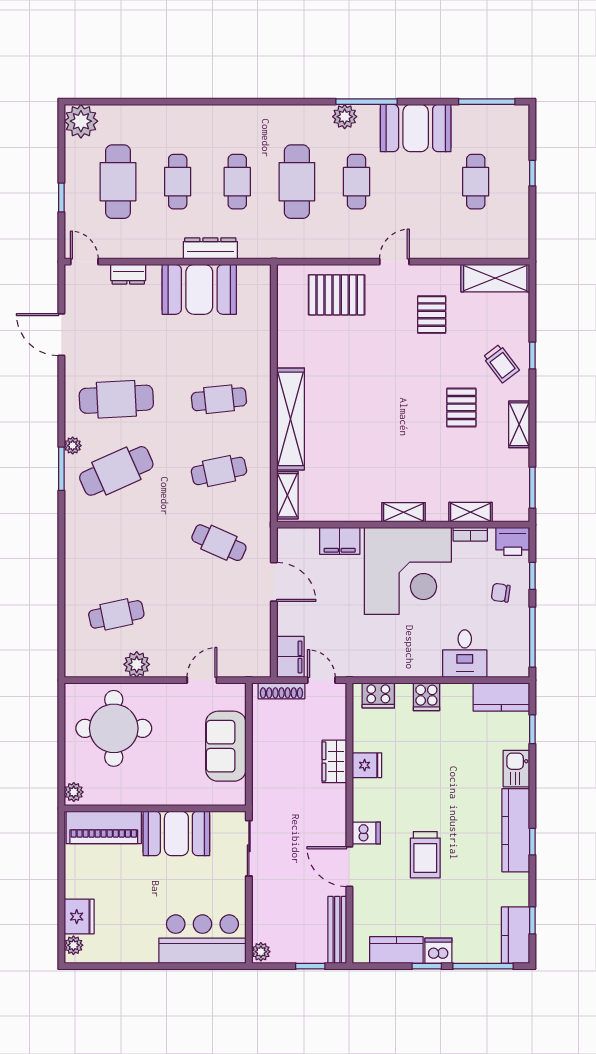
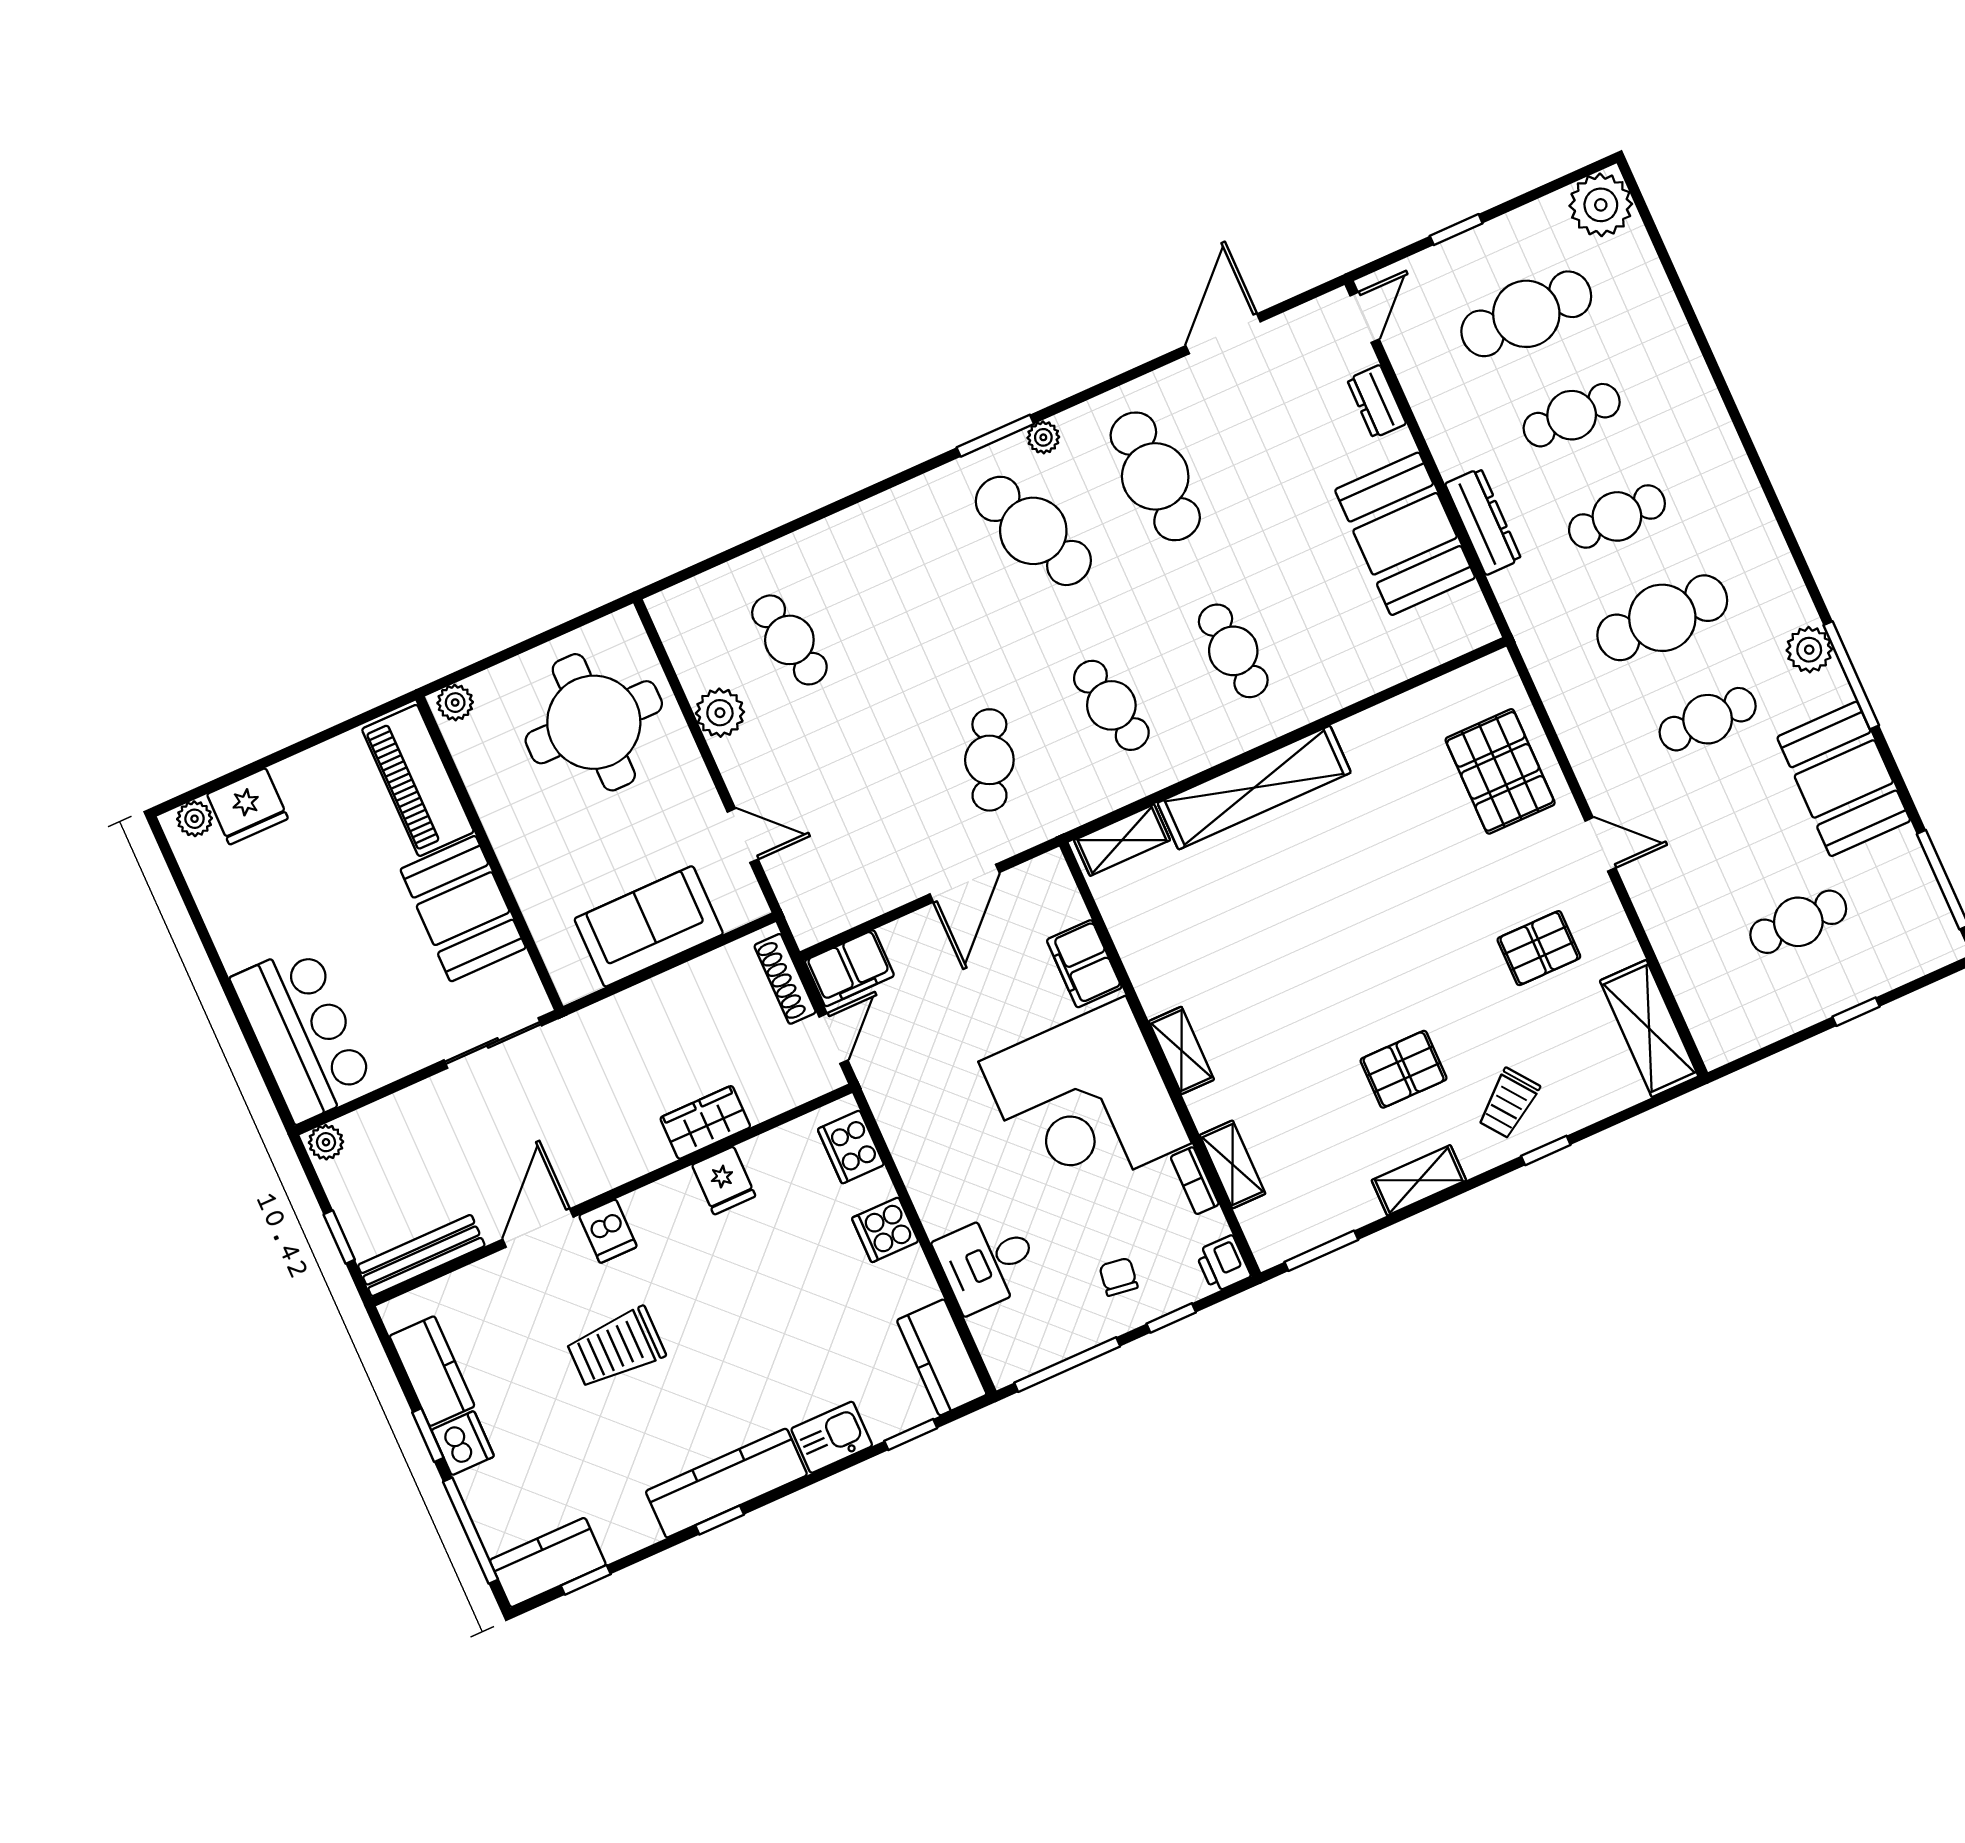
printer: (513, 541) -> (1223, 1264), width x0.73, depth x0.81

